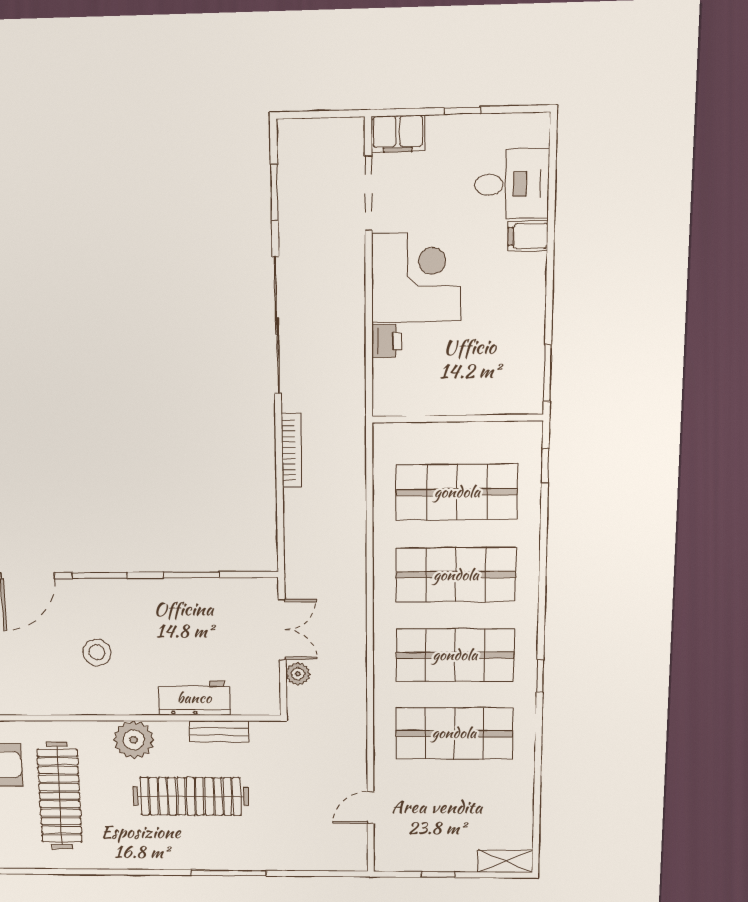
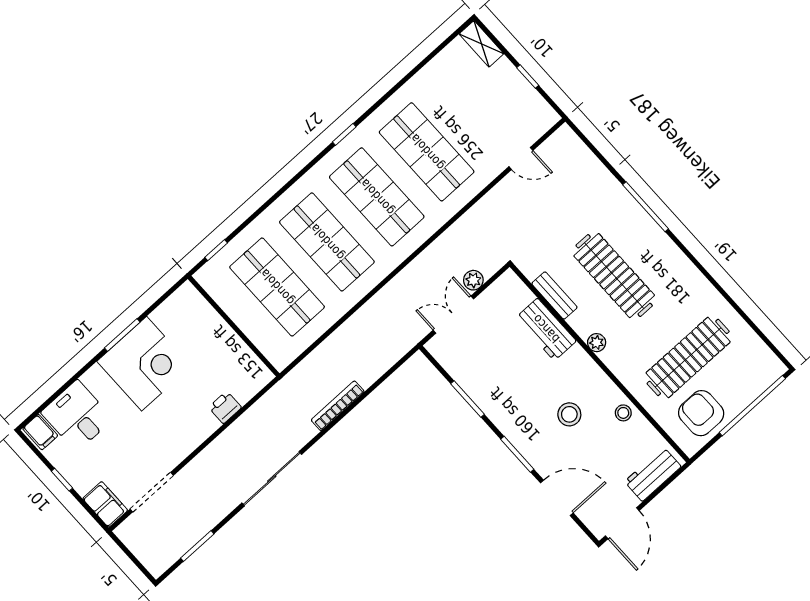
filing cabinet: (528, 236) -> (40, 432), moved
corner desk: (416, 277) -> (144, 364), moved, turned 180
sliding door: (277, 326) -> (272, 479), width x0.73
window: (547, 373) -> (122, 335), moved
stool: (57, 700) -> (623, 413), added
plant: (134, 740) -> (597, 343), width x0.53, depth x0.53

